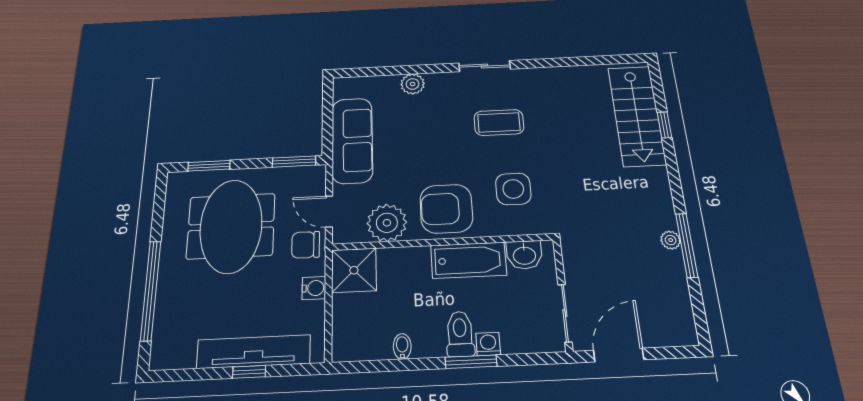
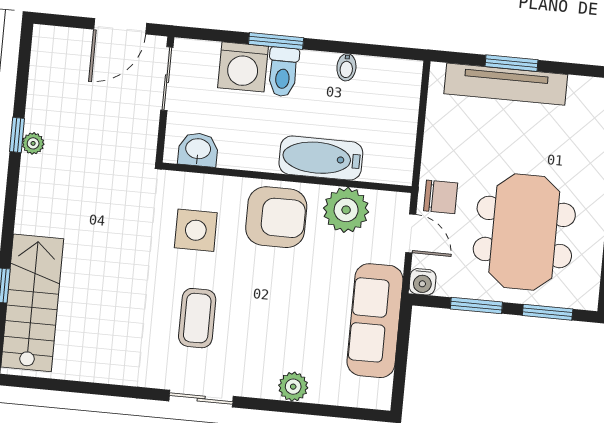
coffee table: (499, 123) -> (197, 318), turned 90
window: (294, 162) -> (476, 306), moved
window: (687, 245) -> (17, 135), width x0.46
bathtub: (469, 260) -> (321, 158), moved
shower: (354, 270) -> (389, 159), removed
water cooler: (314, 288) -> (423, 282), moved, turned -90
washing machine: (488, 344) -> (243, 67), width x1.89, depth x1.89
window: (249, 372) -> (512, 63), width x1.50

